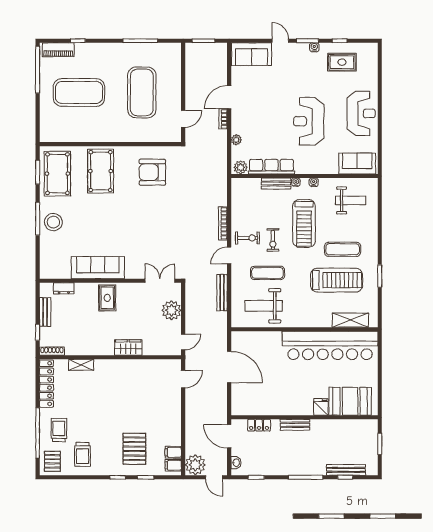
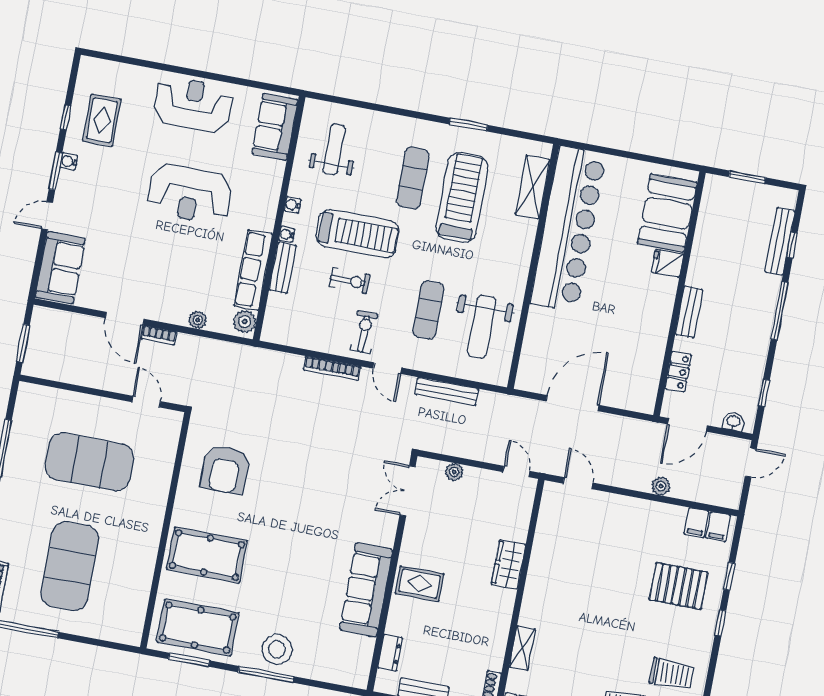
exercise bike: (273, 240) -> (349, 281), moved
plant: (171, 310) -> (454, 472), width x0.53, depth x0.53
plant: (195, 465) -> (661, 486), moved, width x0.53, depth x0.53

